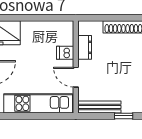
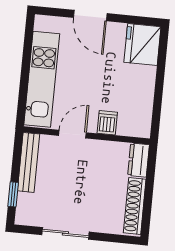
dresser: (85, 47) -> (139, 160), moved, turned 90

